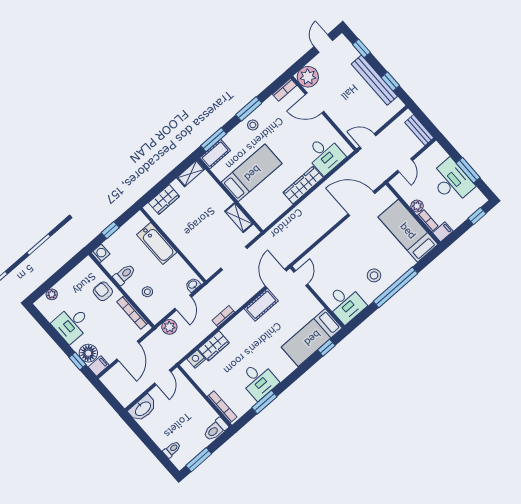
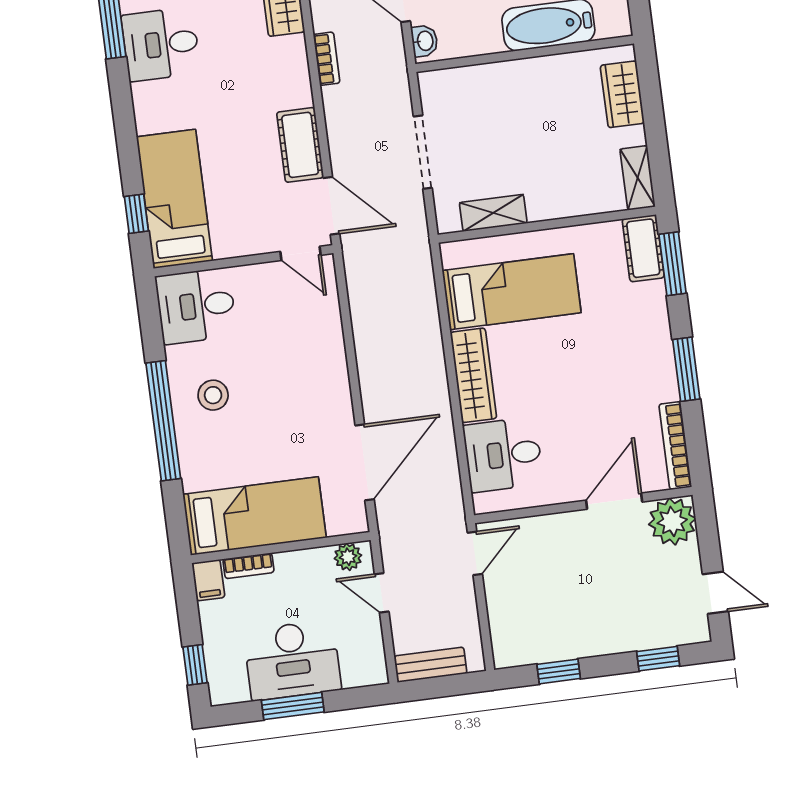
bench: (374, 80) -> (582, 643), removed
bookcase: (285, 90) -> (675, 446), width x1.56
stool: (253, 125) -> (651, 356), removed
bed: (252, 173) -> (512, 292), moved, turned -90
plant: (417, 206) -> (348, 557), moved

